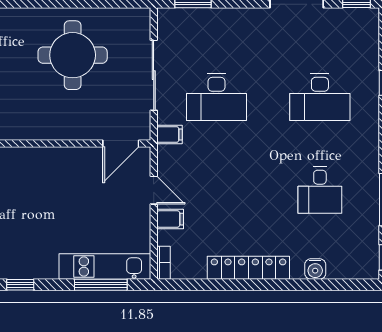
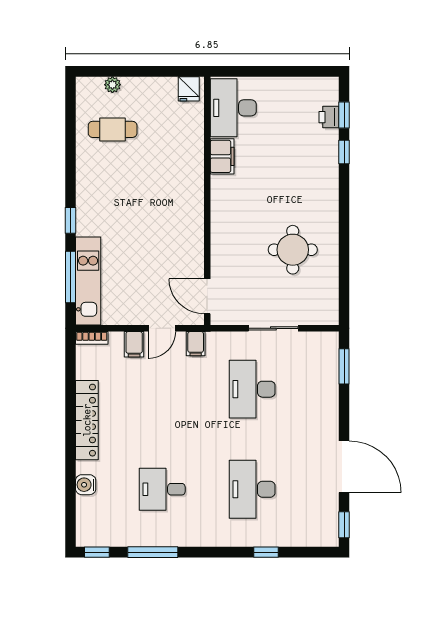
round table: (73, 55) -> (293, 250), width x0.73, depth x0.73
sliding door: (154, 75) -> (273, 328), width x0.73
filing cabinet: (170, 135) -> (196, 344), moved
window: (20, 285) -> (70, 220), moved

